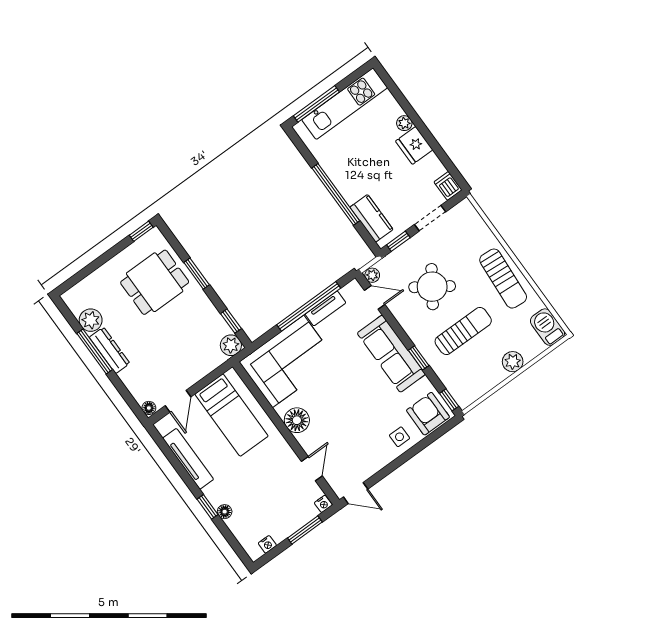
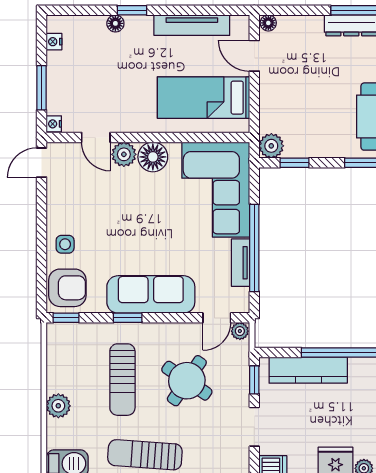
kitchen counter: (371, 218) -> (308, 370), width x1.50
plant: (309, 441) -> (124, 154), added

